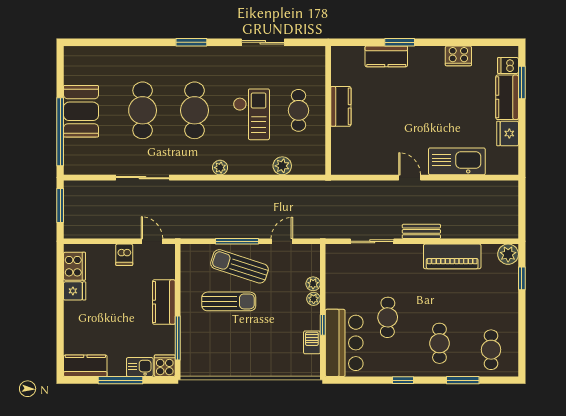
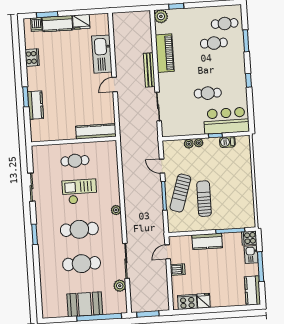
kitchen counter: (341, 106) -> (96, 131), moved, width x1.50
plant: (282, 166) -> (120, 286), moved
bench: (421, 231) -> (149, 70), width x1.36
cafe table: (439, 343) -> (214, 43), moved

